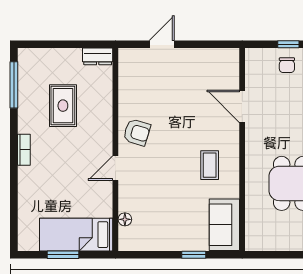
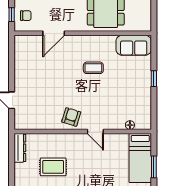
dresser: (98, 56) -> (20, 148), width x1.44
door: (242, 106) -> (54, 33), moved
wall: (242, 150) -> (83, 33), moved
sofa: (224, 225) -> (134, 45), moved

